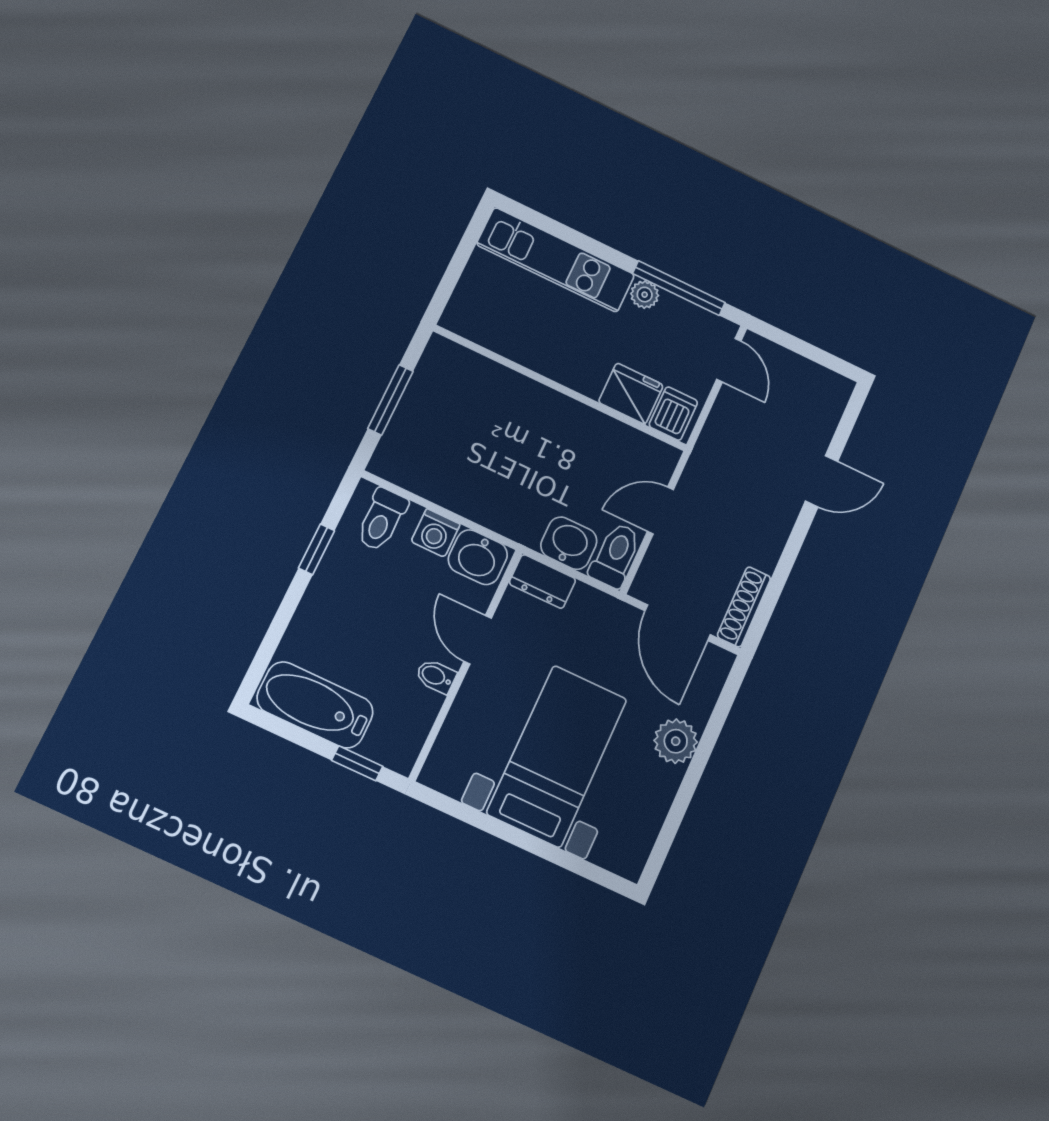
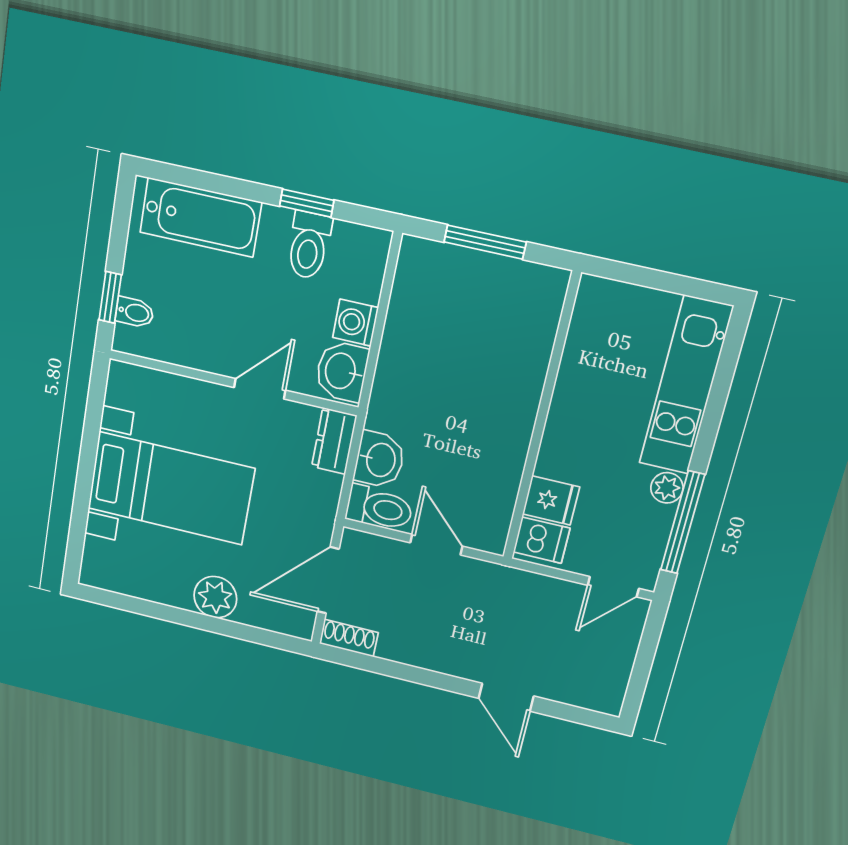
fridge: (631, 394) -> (551, 500), width x0.72
toilet: (382, 520) -> (309, 245), moved, turned -90
shoe rack: (744, 607) -> (349, 638), width x0.70
bidet: (436, 676) -> (135, 312), moved, turned 90
bathtub: (315, 705) -> (201, 217), moved, turned 90

